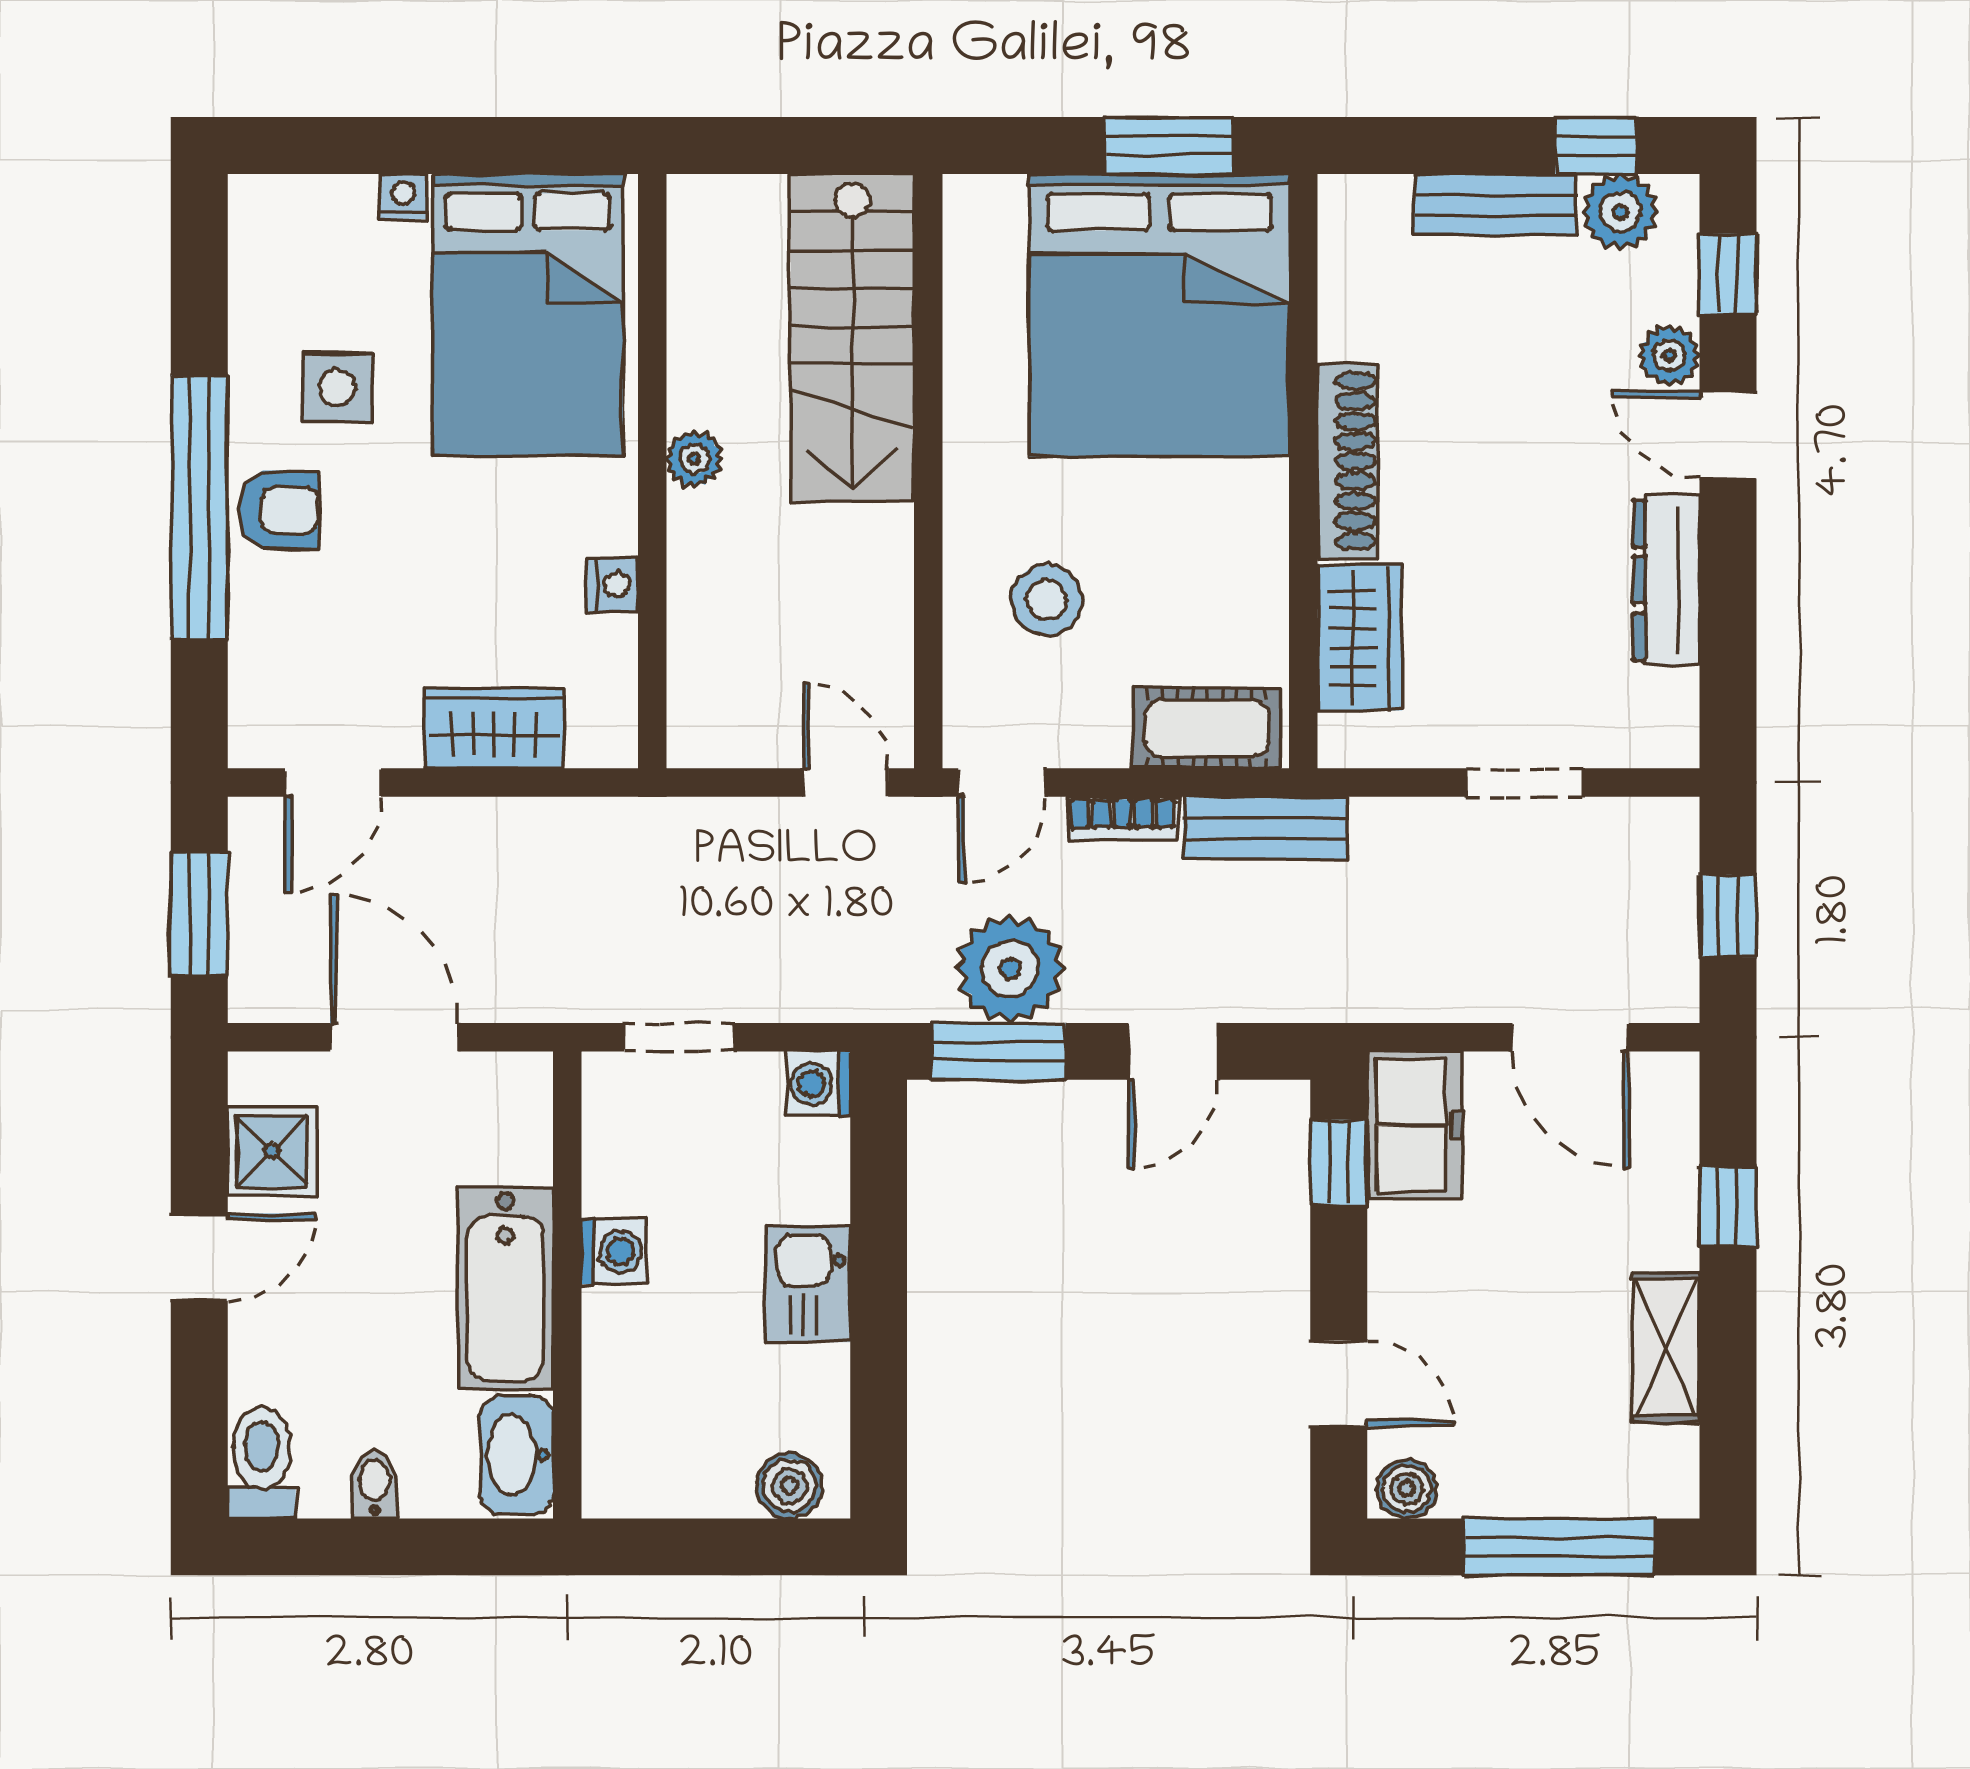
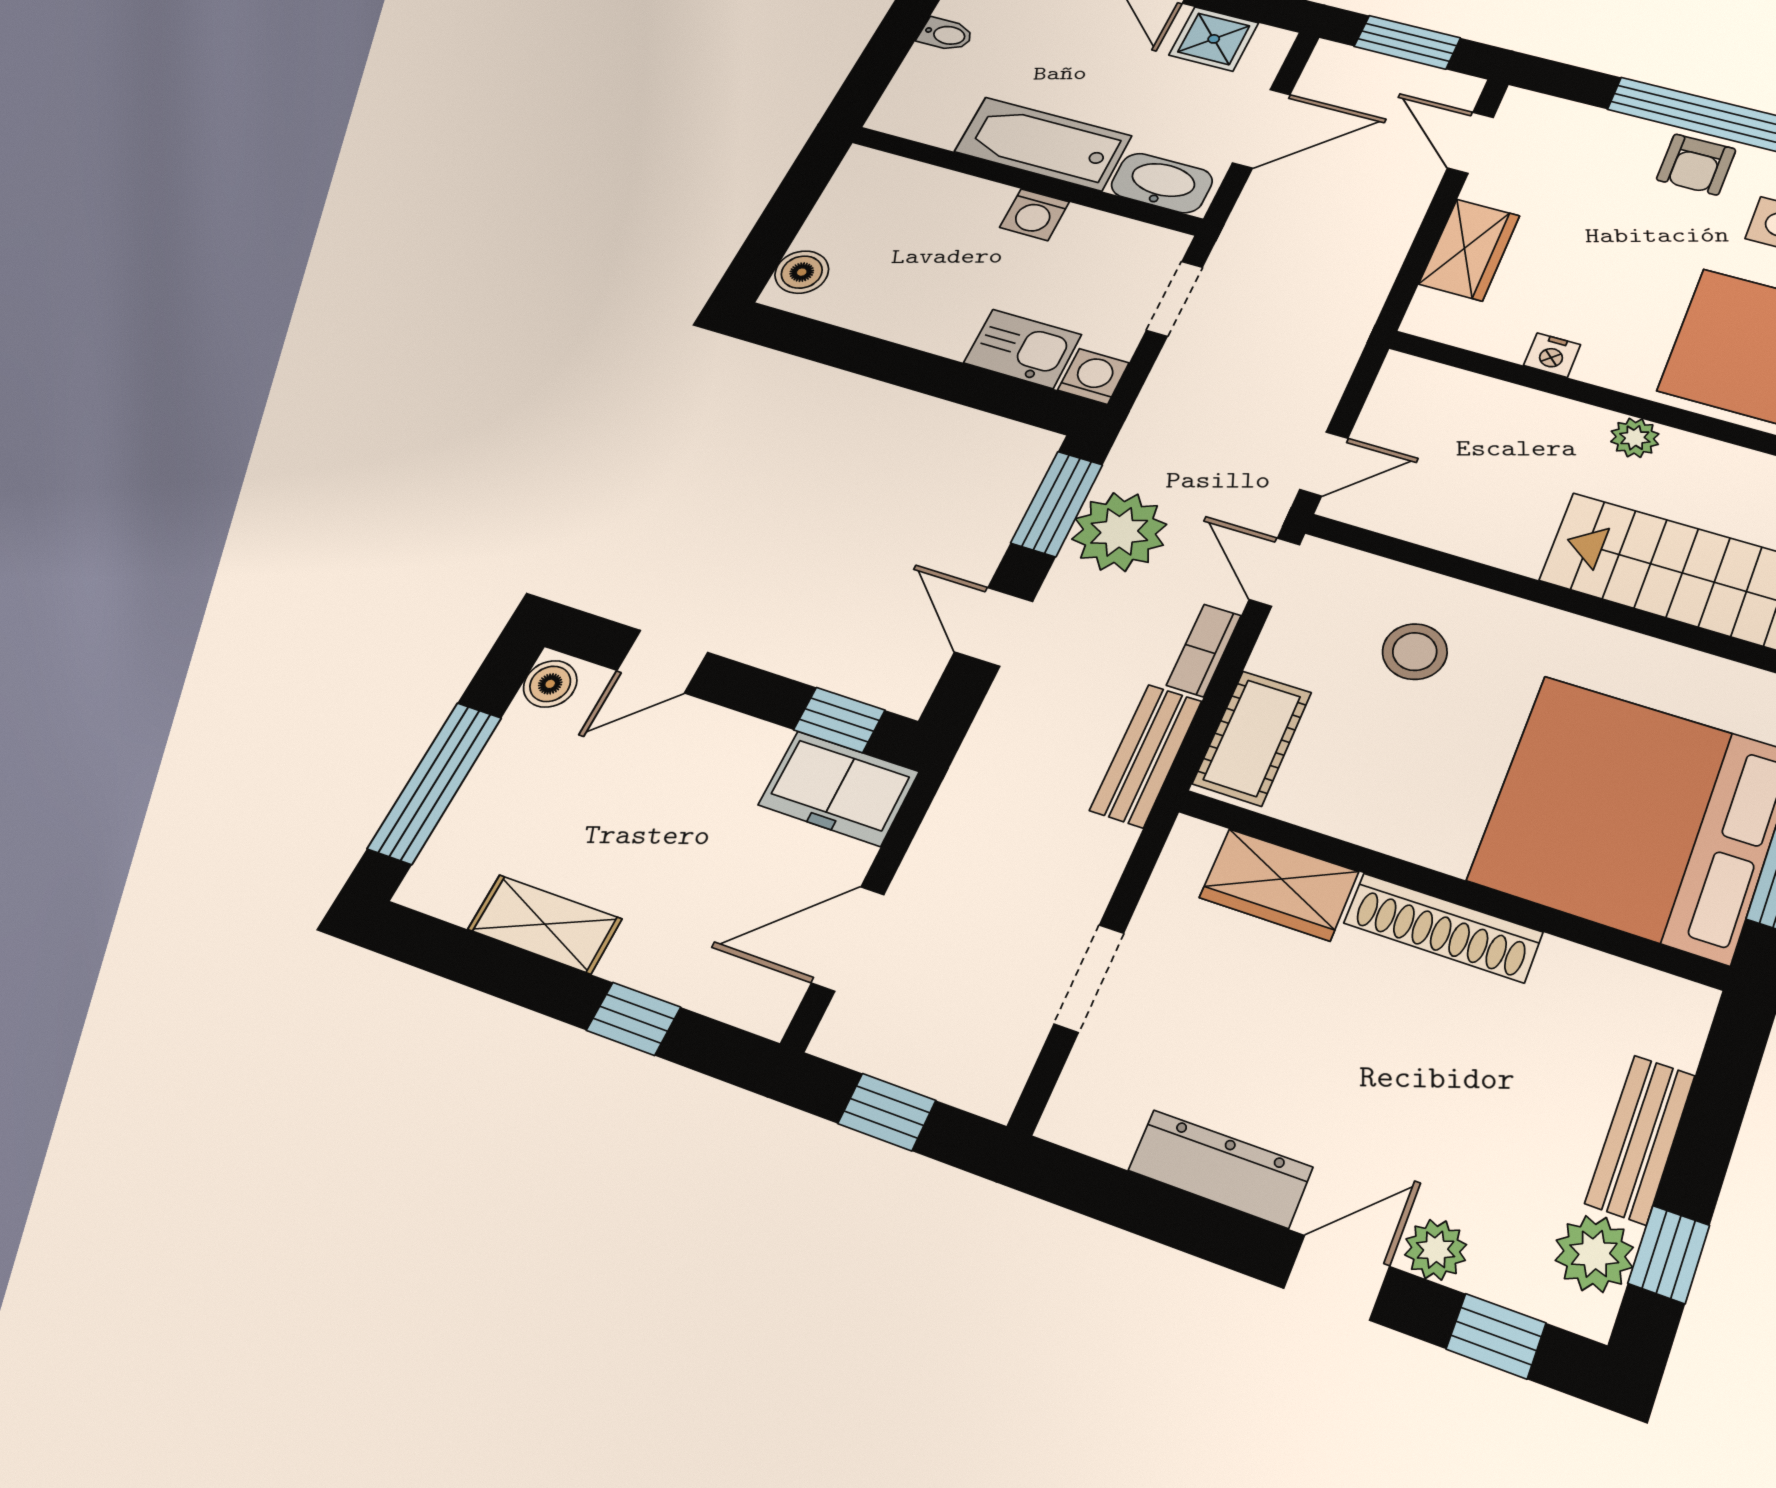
kitchen sink: (808, 1284) -> (1023, 349), moved
washbasin: (517, 1455) -> (1162, 183), moved

